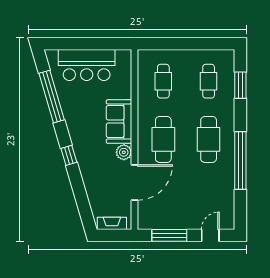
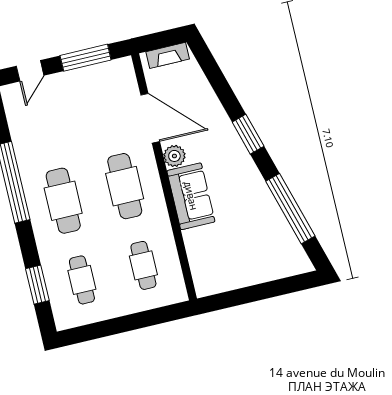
bar counter: (87, 65) -> (253, 263), removed
window: (69, 155) -> (248, 134), width x1.50
door: (134, 183) -> (150, 118), swing flipped

